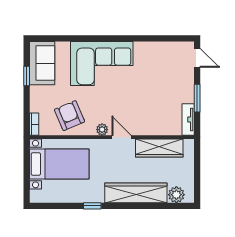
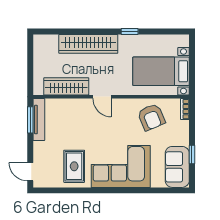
rug: (151, 64) -> (74, 166), added
window: (197, 98) -> (30, 120), moved
tv unit: (188, 120) -> (39, 120), width x1.41
plant: (102, 130) -> (120, 104), removed
plant: (176, 195) -> (50, 42), removed

